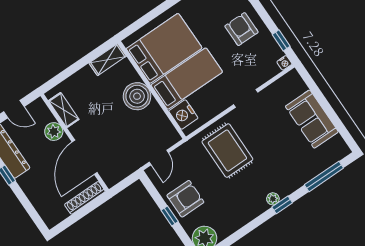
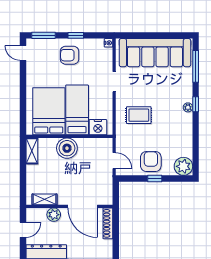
window: (281, 40) -> (76, 35), moved
sofa: (312, 119) -> (155, 53), width x1.85, depth x1.27
rug: (227, 151) -> (139, 115), width x0.73, depth x0.70

